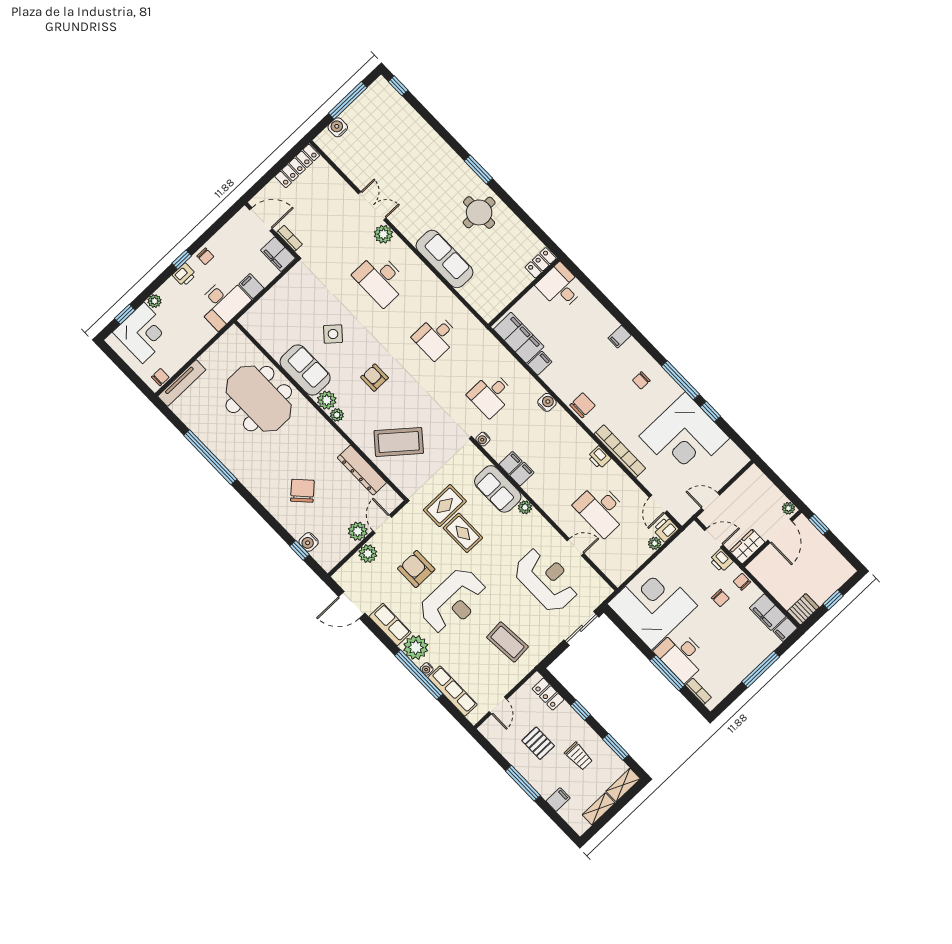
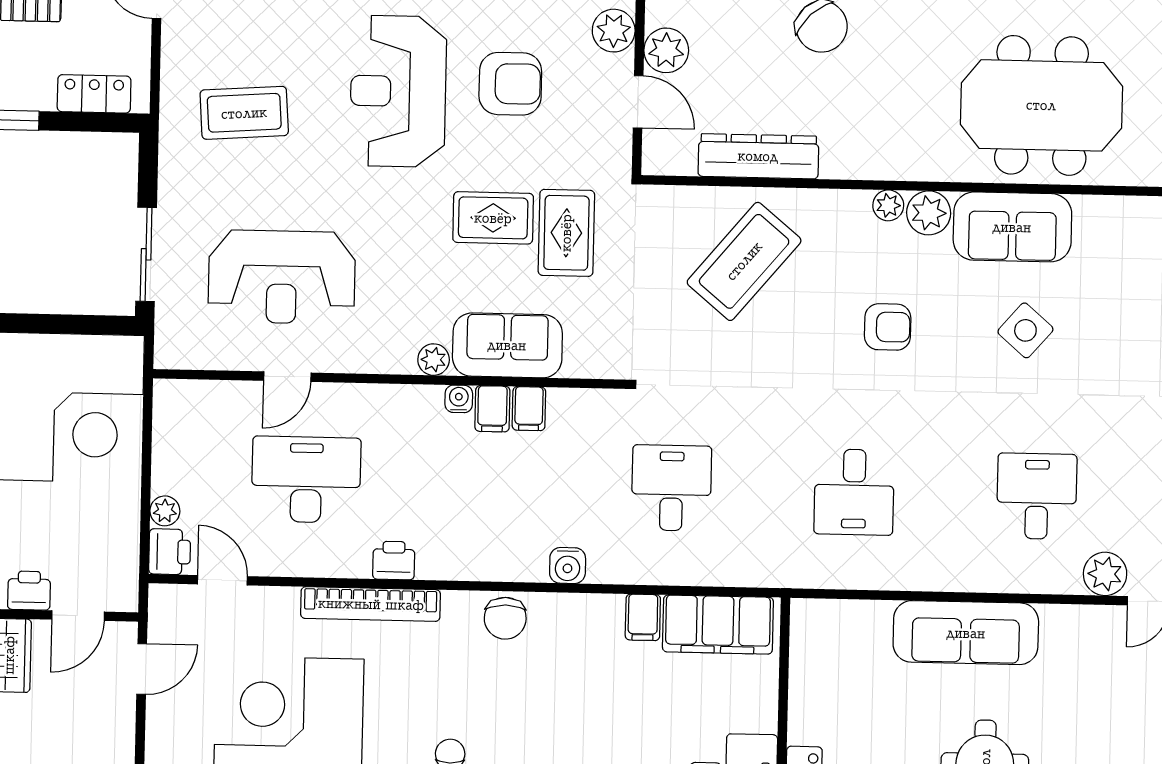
desk: (381, 279) -> (1037, 496), width x0.73
desk: (436, 337) -> (854, 492), turned 180
water cooler: (483, 439) -> (459, 399), moved

